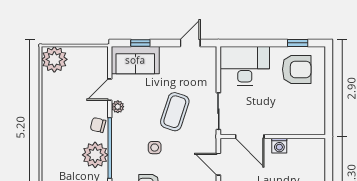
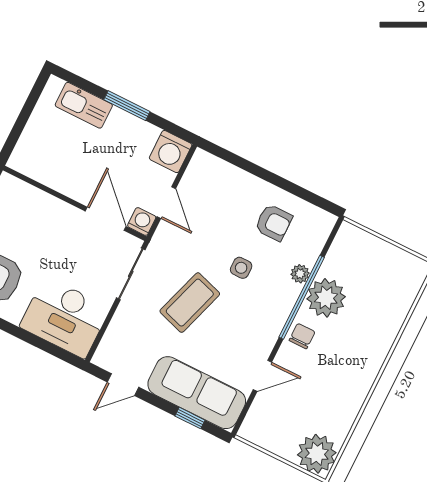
sofa: (135, 60) -> (197, 393), width x1.36
plant: (118, 107) -> (300, 274), moved
chair: (98, 125) -> (302, 336), turned -104
washing machine: (279, 146) -> (142, 221), moved

